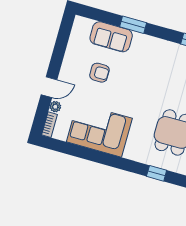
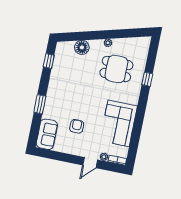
sofa: (111, 37) -> (47, 134), moved
door: (49, 87) -> (90, 163), swing flipped

